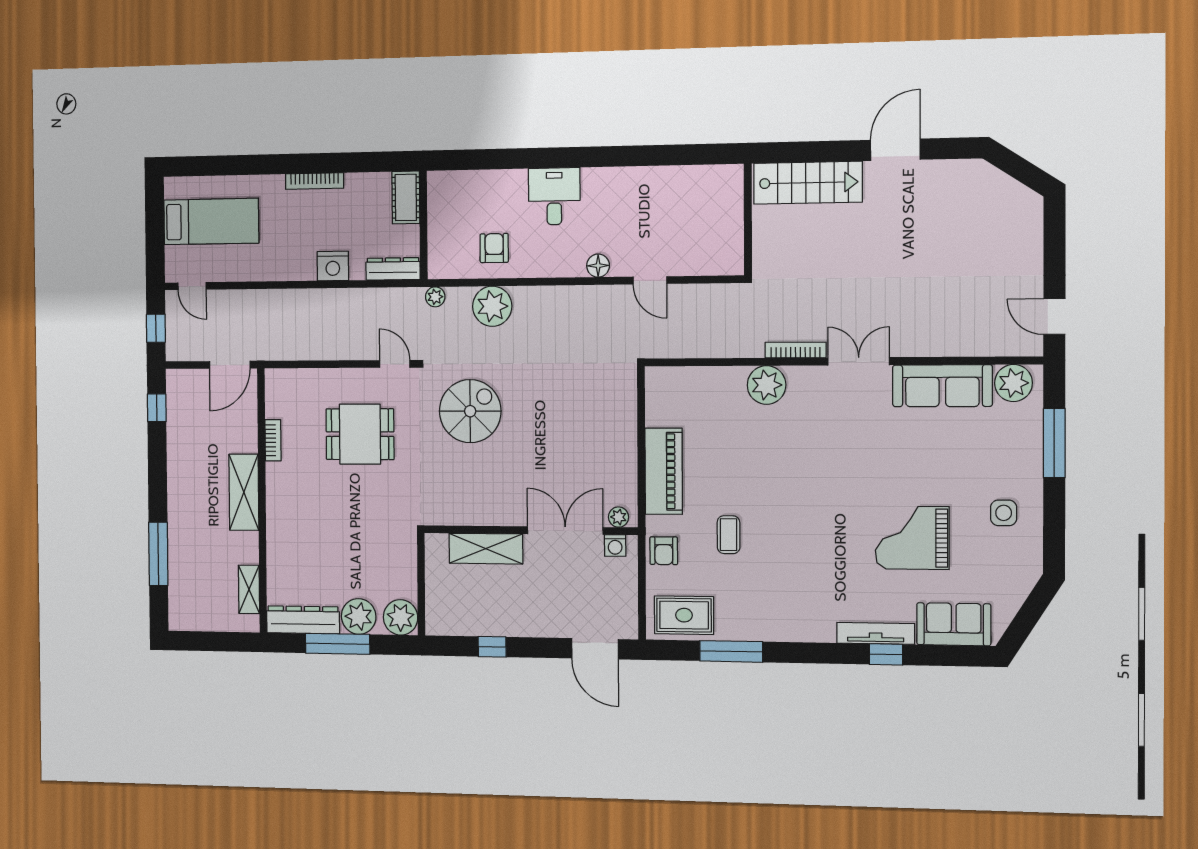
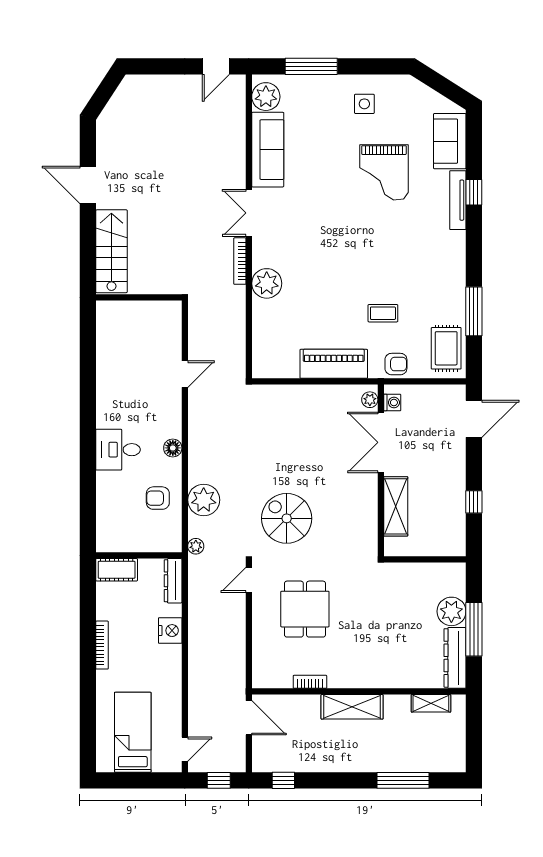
floor lamp: (598, 266) -> (173, 448), moved
plant: (401, 617) -> (452, 577), removed

